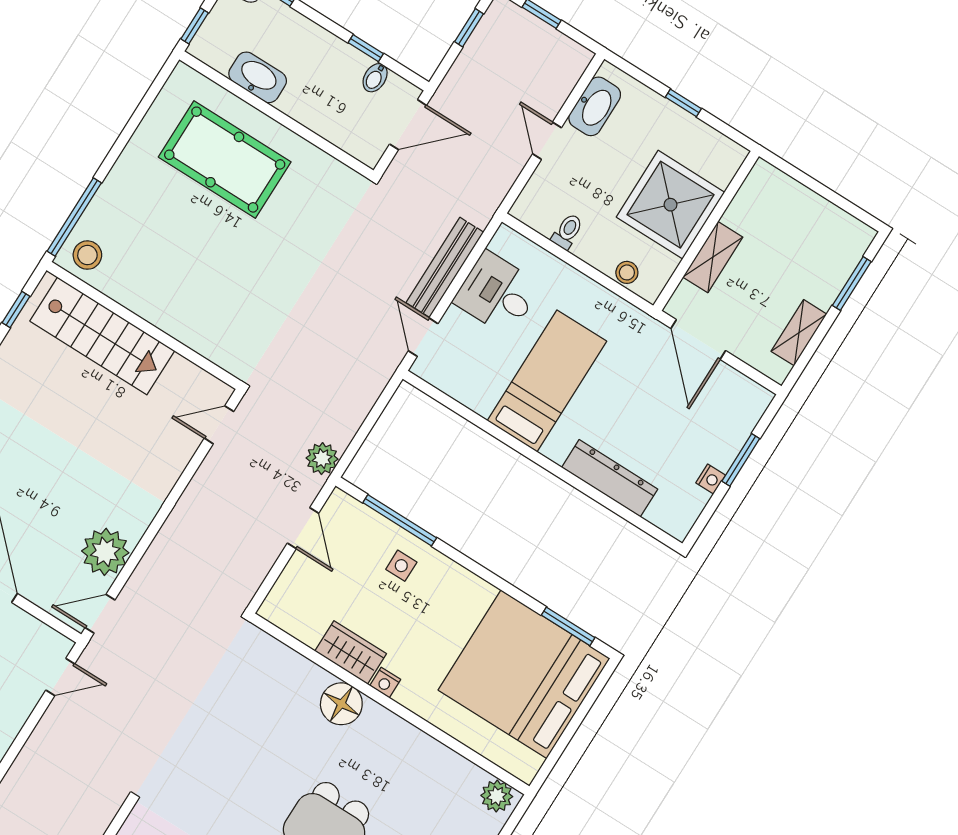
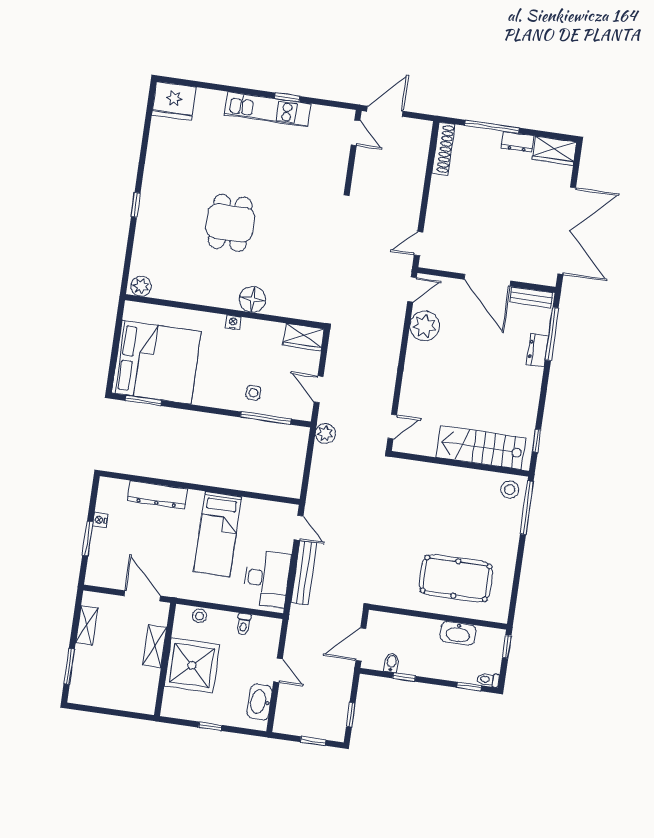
desk: (497, 293) -> (267, 579), width x1.37
wardrobe: (351, 652) -> (304, 337), moved

